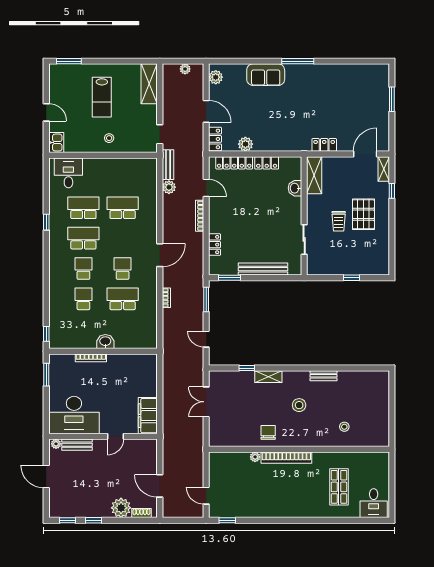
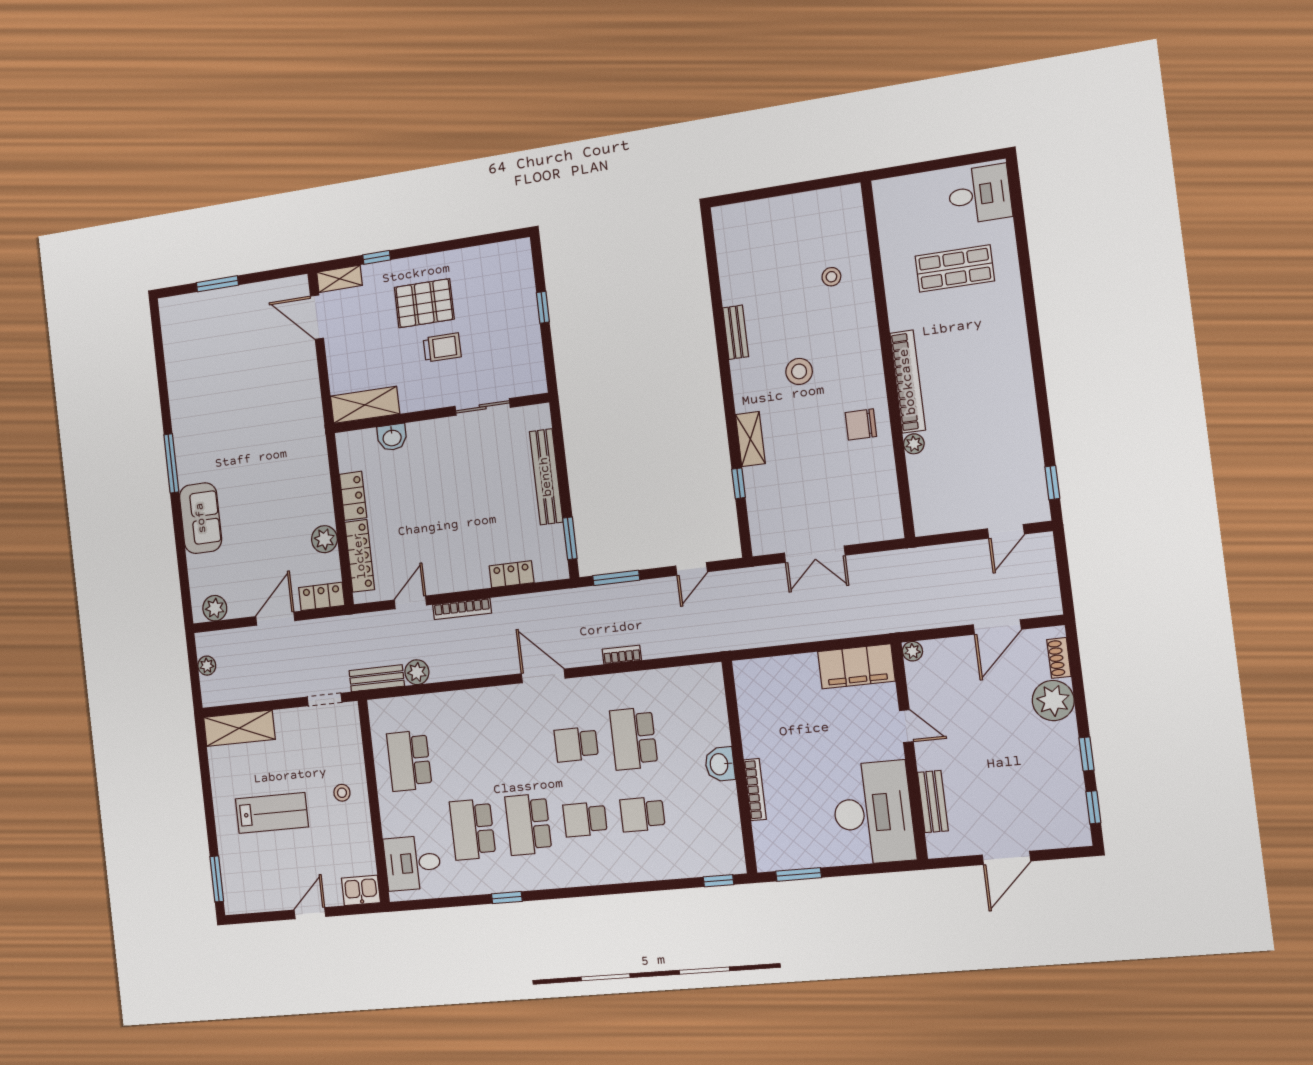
locker: (324, 145) -> (310, 394), removed
school desk: (123, 208) -> (409, 761), moved
plant: (56, 444) -> (913, 651), moved

